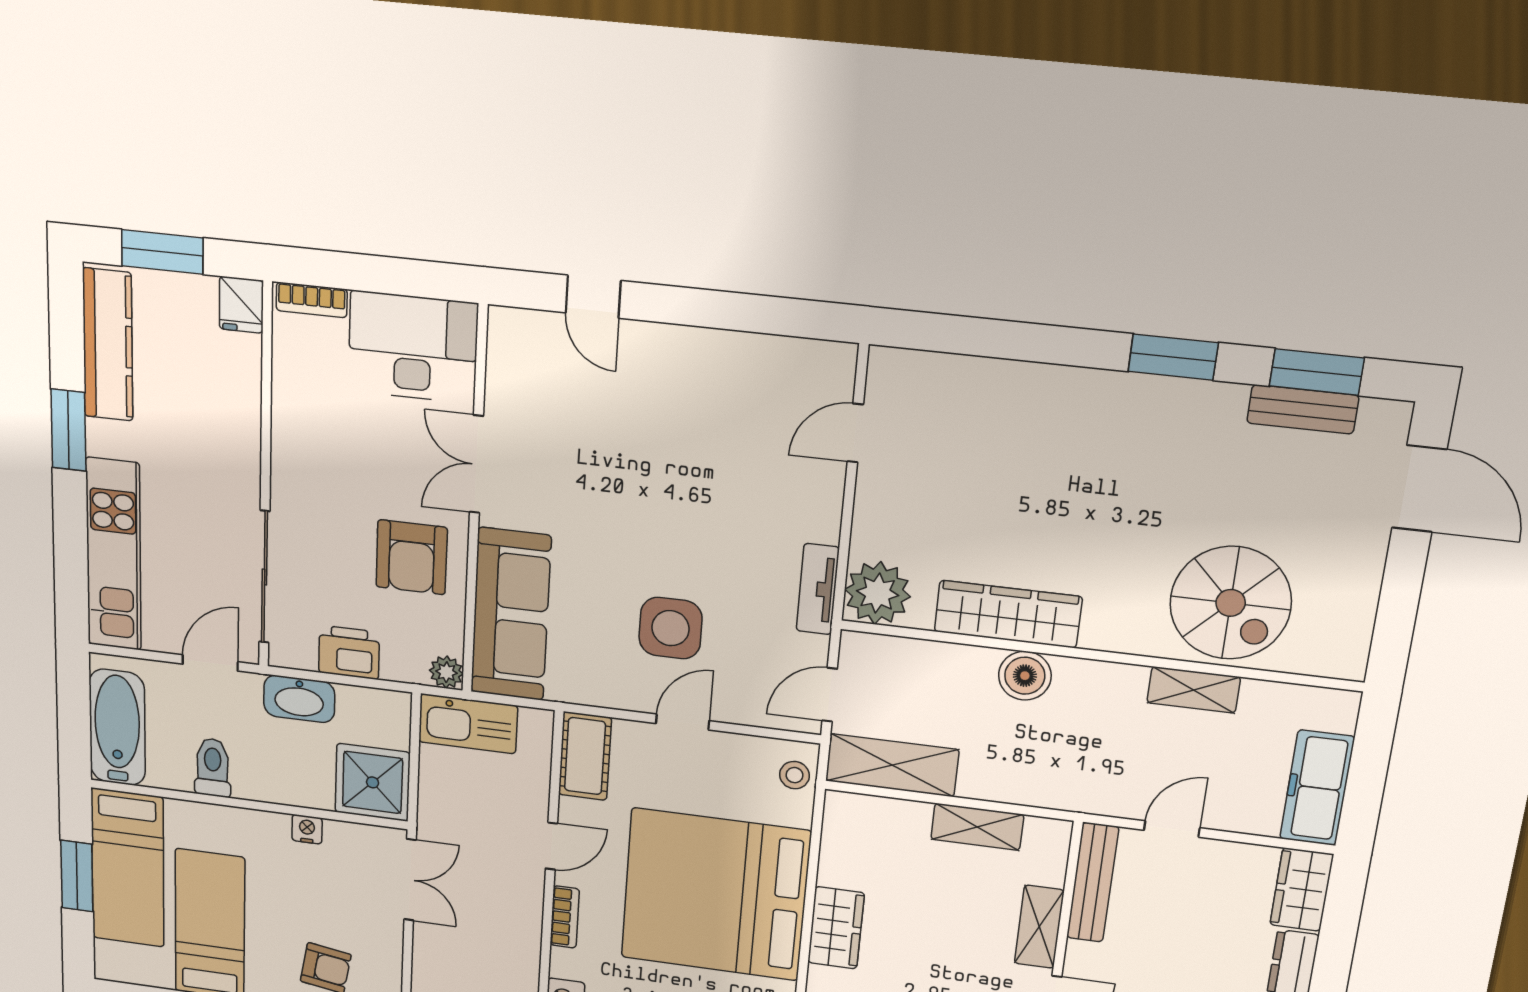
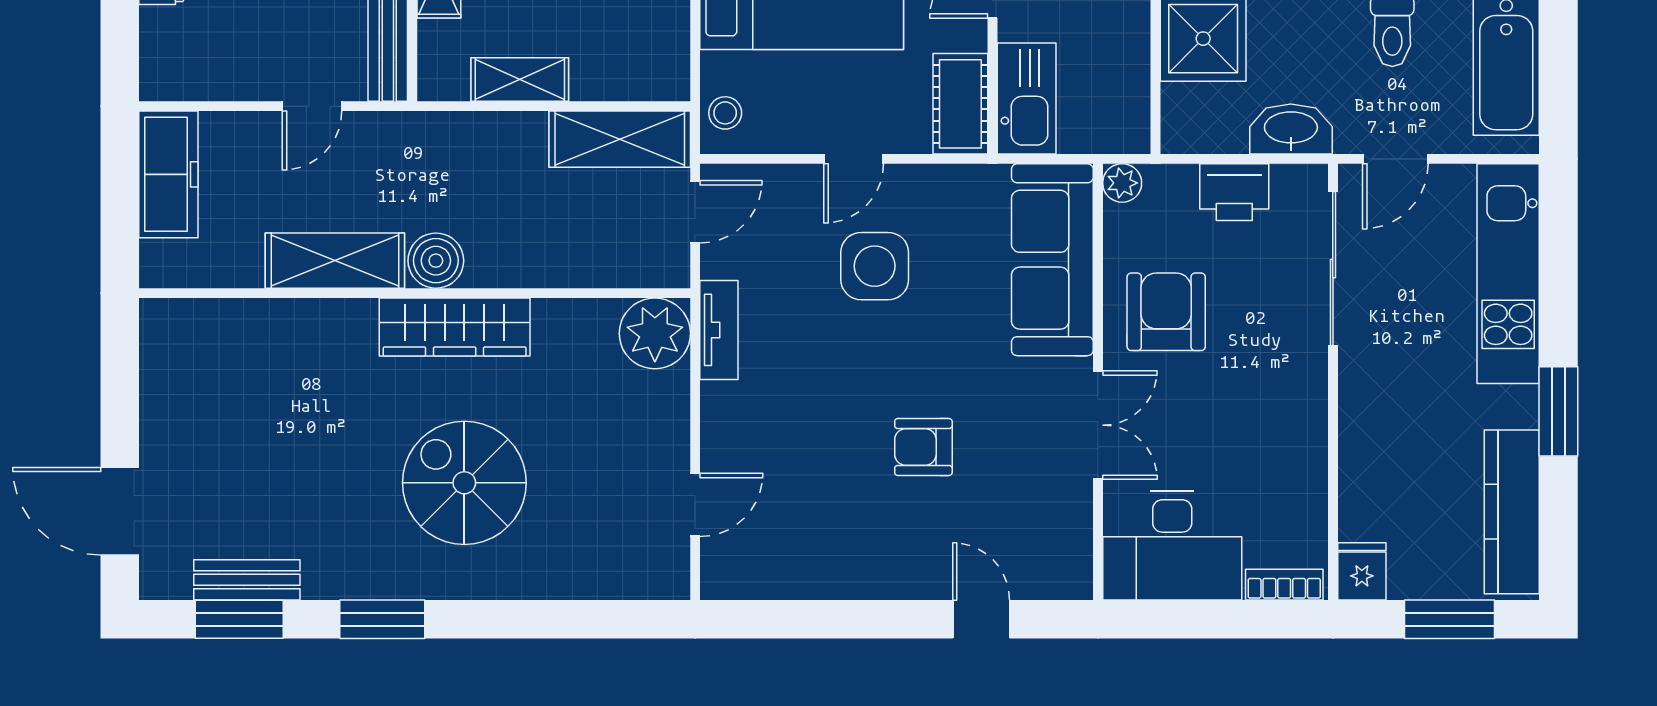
armchair: (637, 462) -> (923, 447), added
spiral stairs: (1231, 603) -> (464, 483), moved
wardrobe: (1008, 614) -> (455, 327), moved
boiler: (1025, 676) -> (436, 261), moved
shelving: (1194, 690) -> (335, 261), width x1.50, depth x1.33
kitchen sink: (468, 724) -> (1027, 98), moved, turned 90
wardrobe: (1302, 890) -> (166, 55), removed

